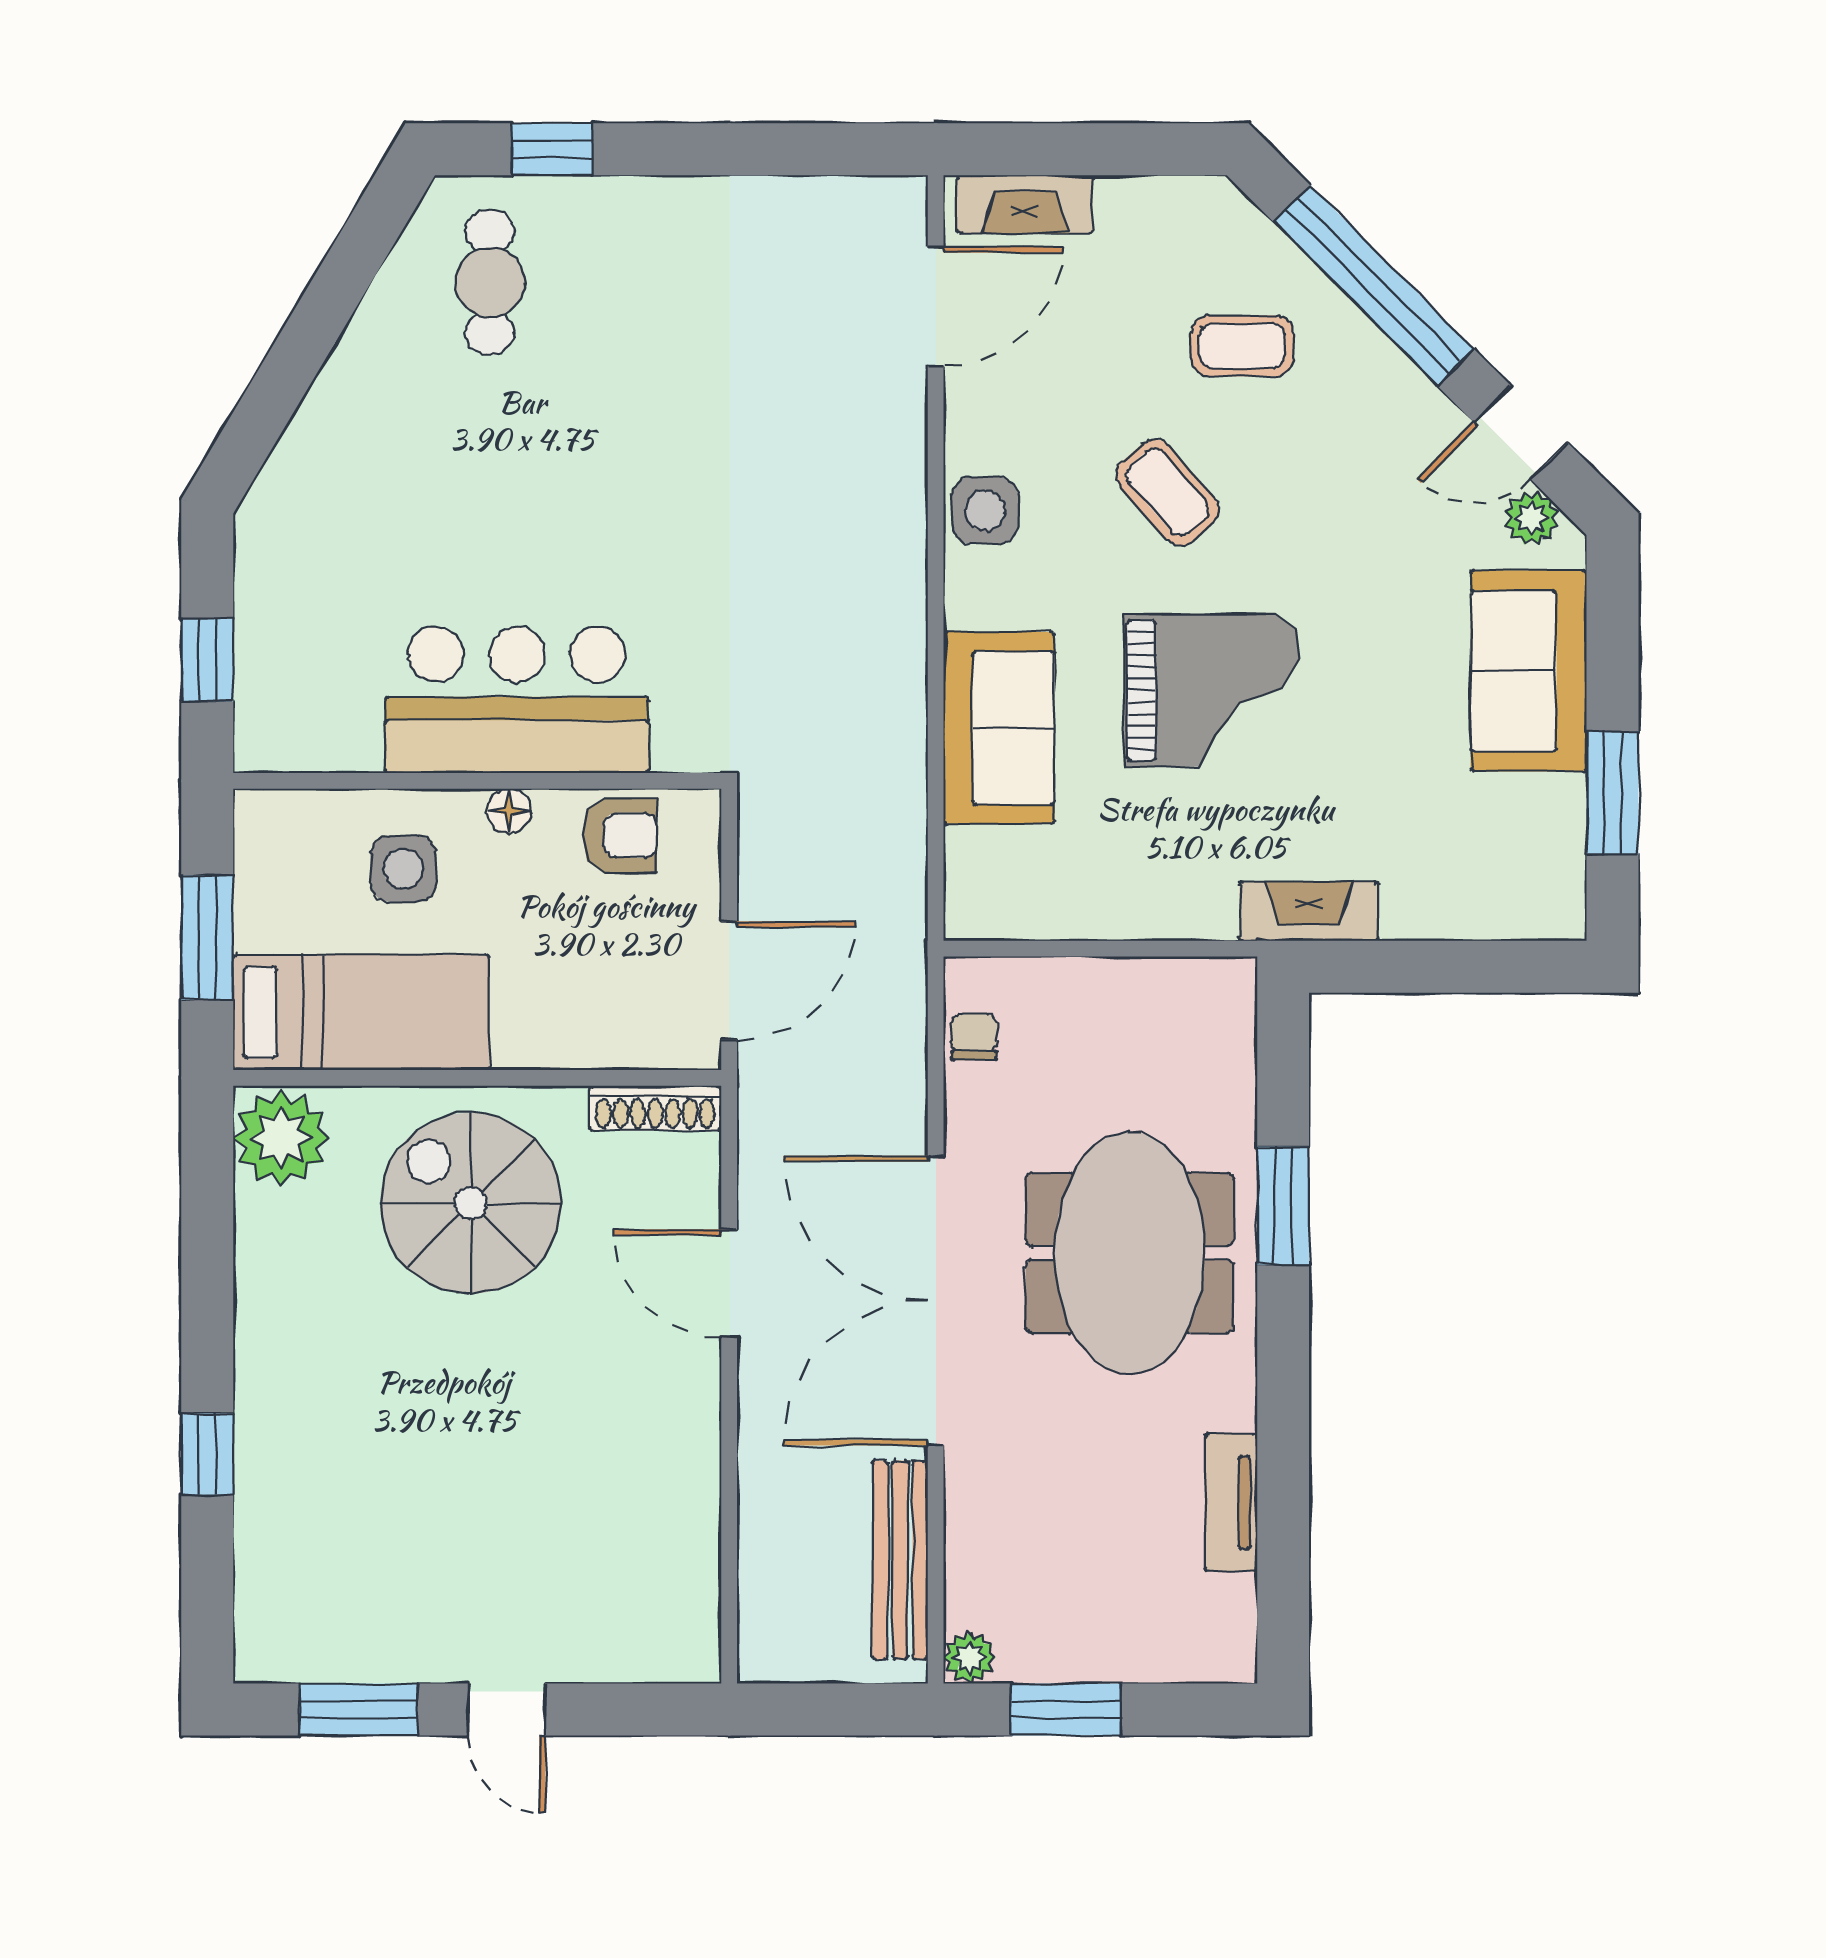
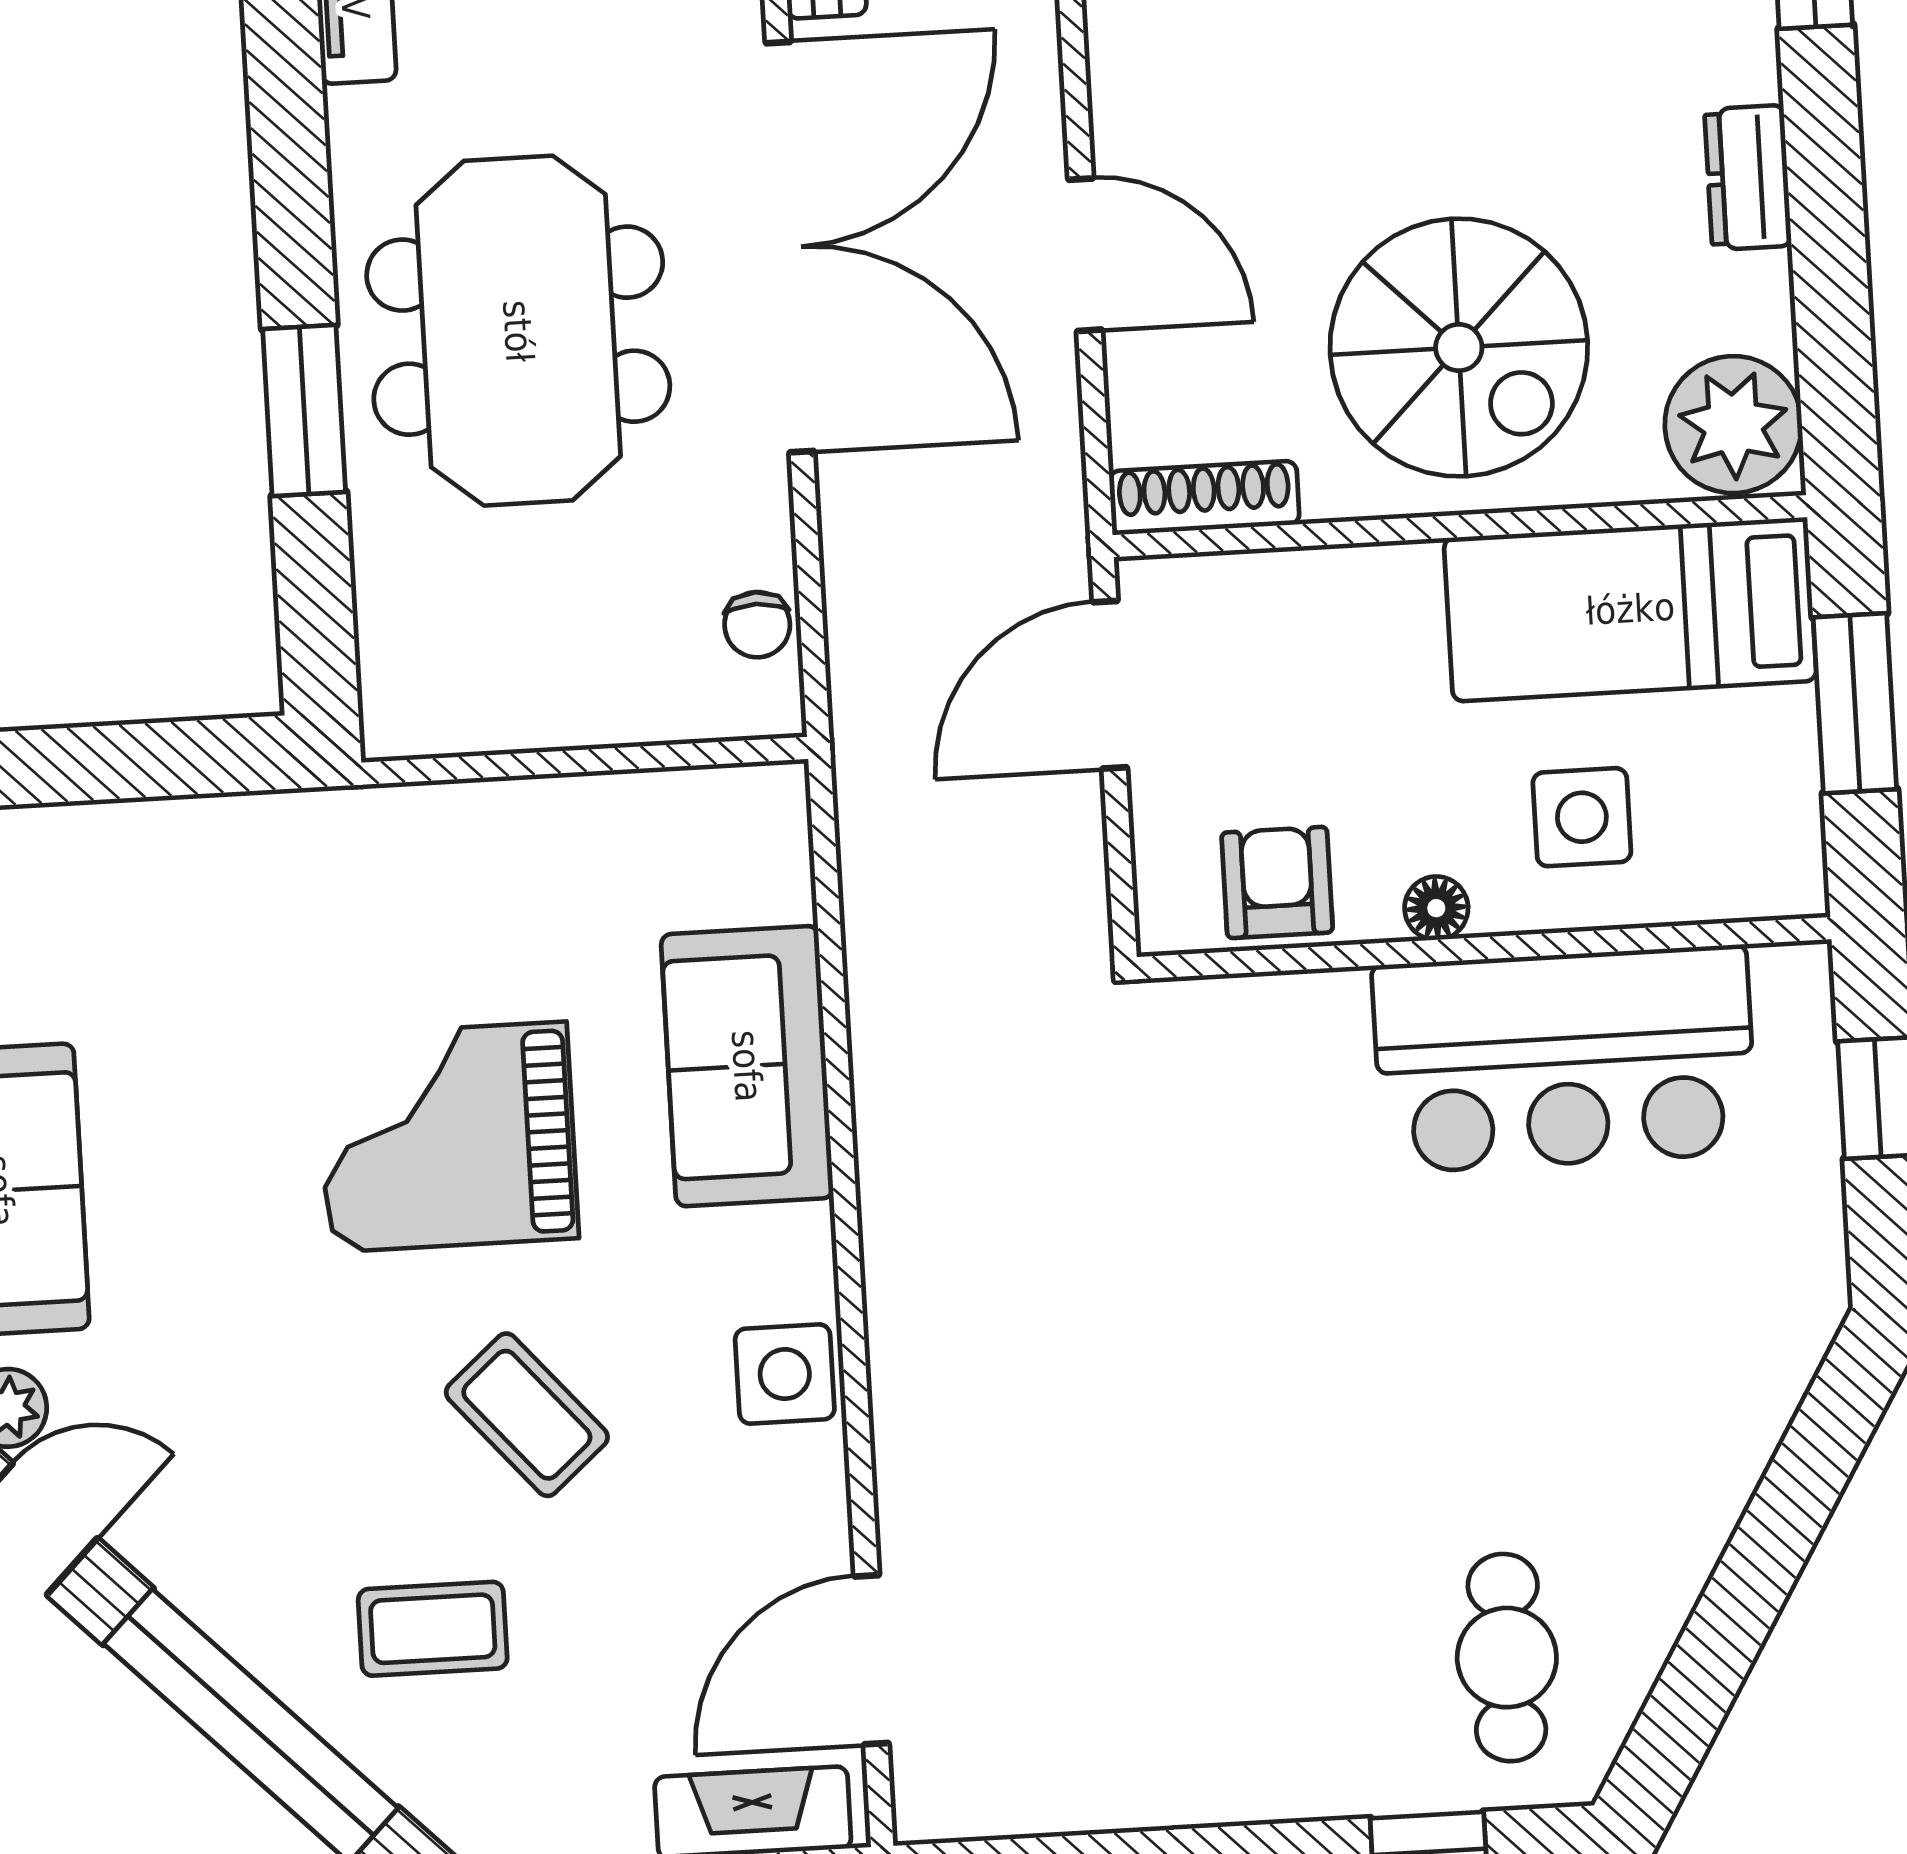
bar counter: (517, 700) -> (1565, 1059), moved
armchair: (620, 835) -> (1277, 882), turned 90
fireplace: (1309, 911) -> (292, 831), removed
dresser: (261, 1311) -> (1748, 177), added

